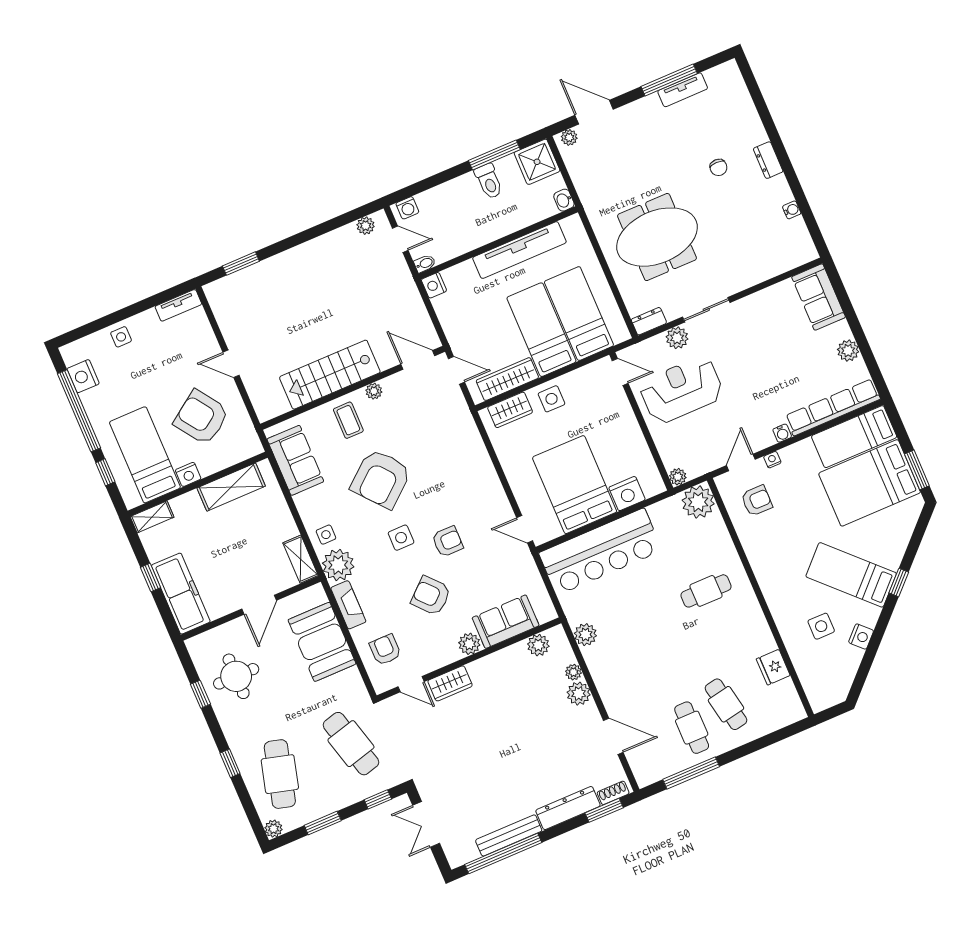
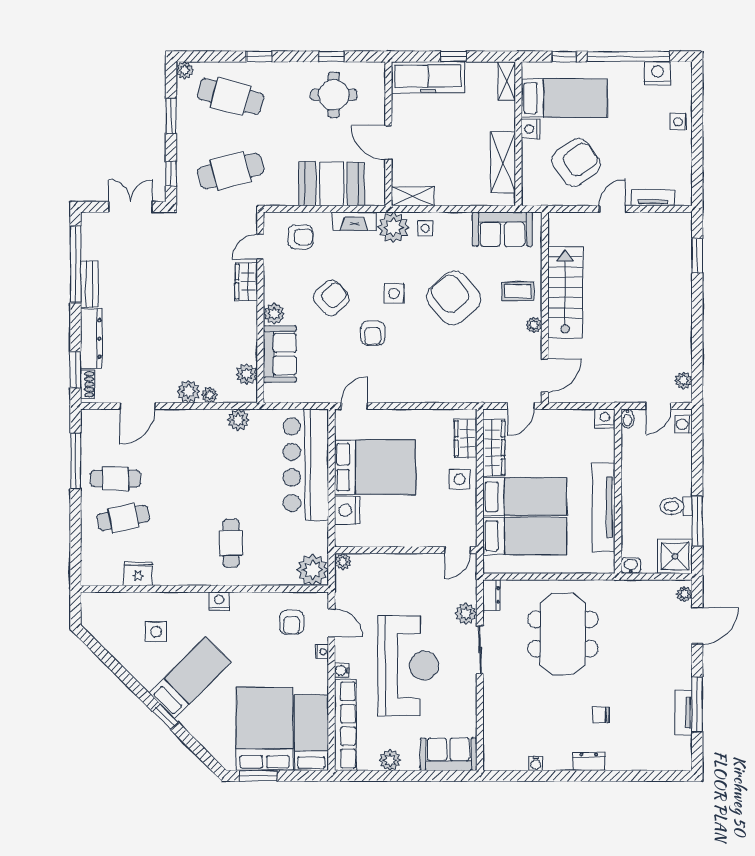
tv unit: (178, 305) -> (653, 198), moved, turned 90
reception desk: (681, 390) -> (408, 666), moved, width x1.36, depth x1.30
nightstand: (861, 636) -> (219, 601), moved, turned 135
bench: (509, 835) -> (89, 284), width x0.73

